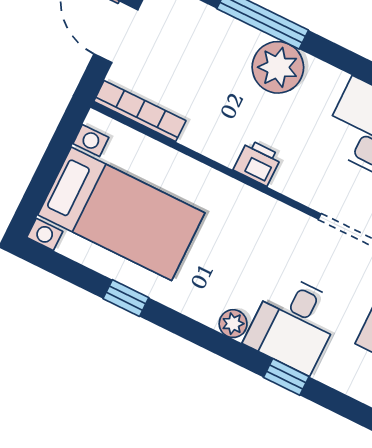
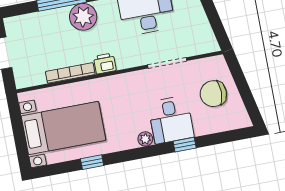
bookcase: (140, 111) -> (70, 73), moved

